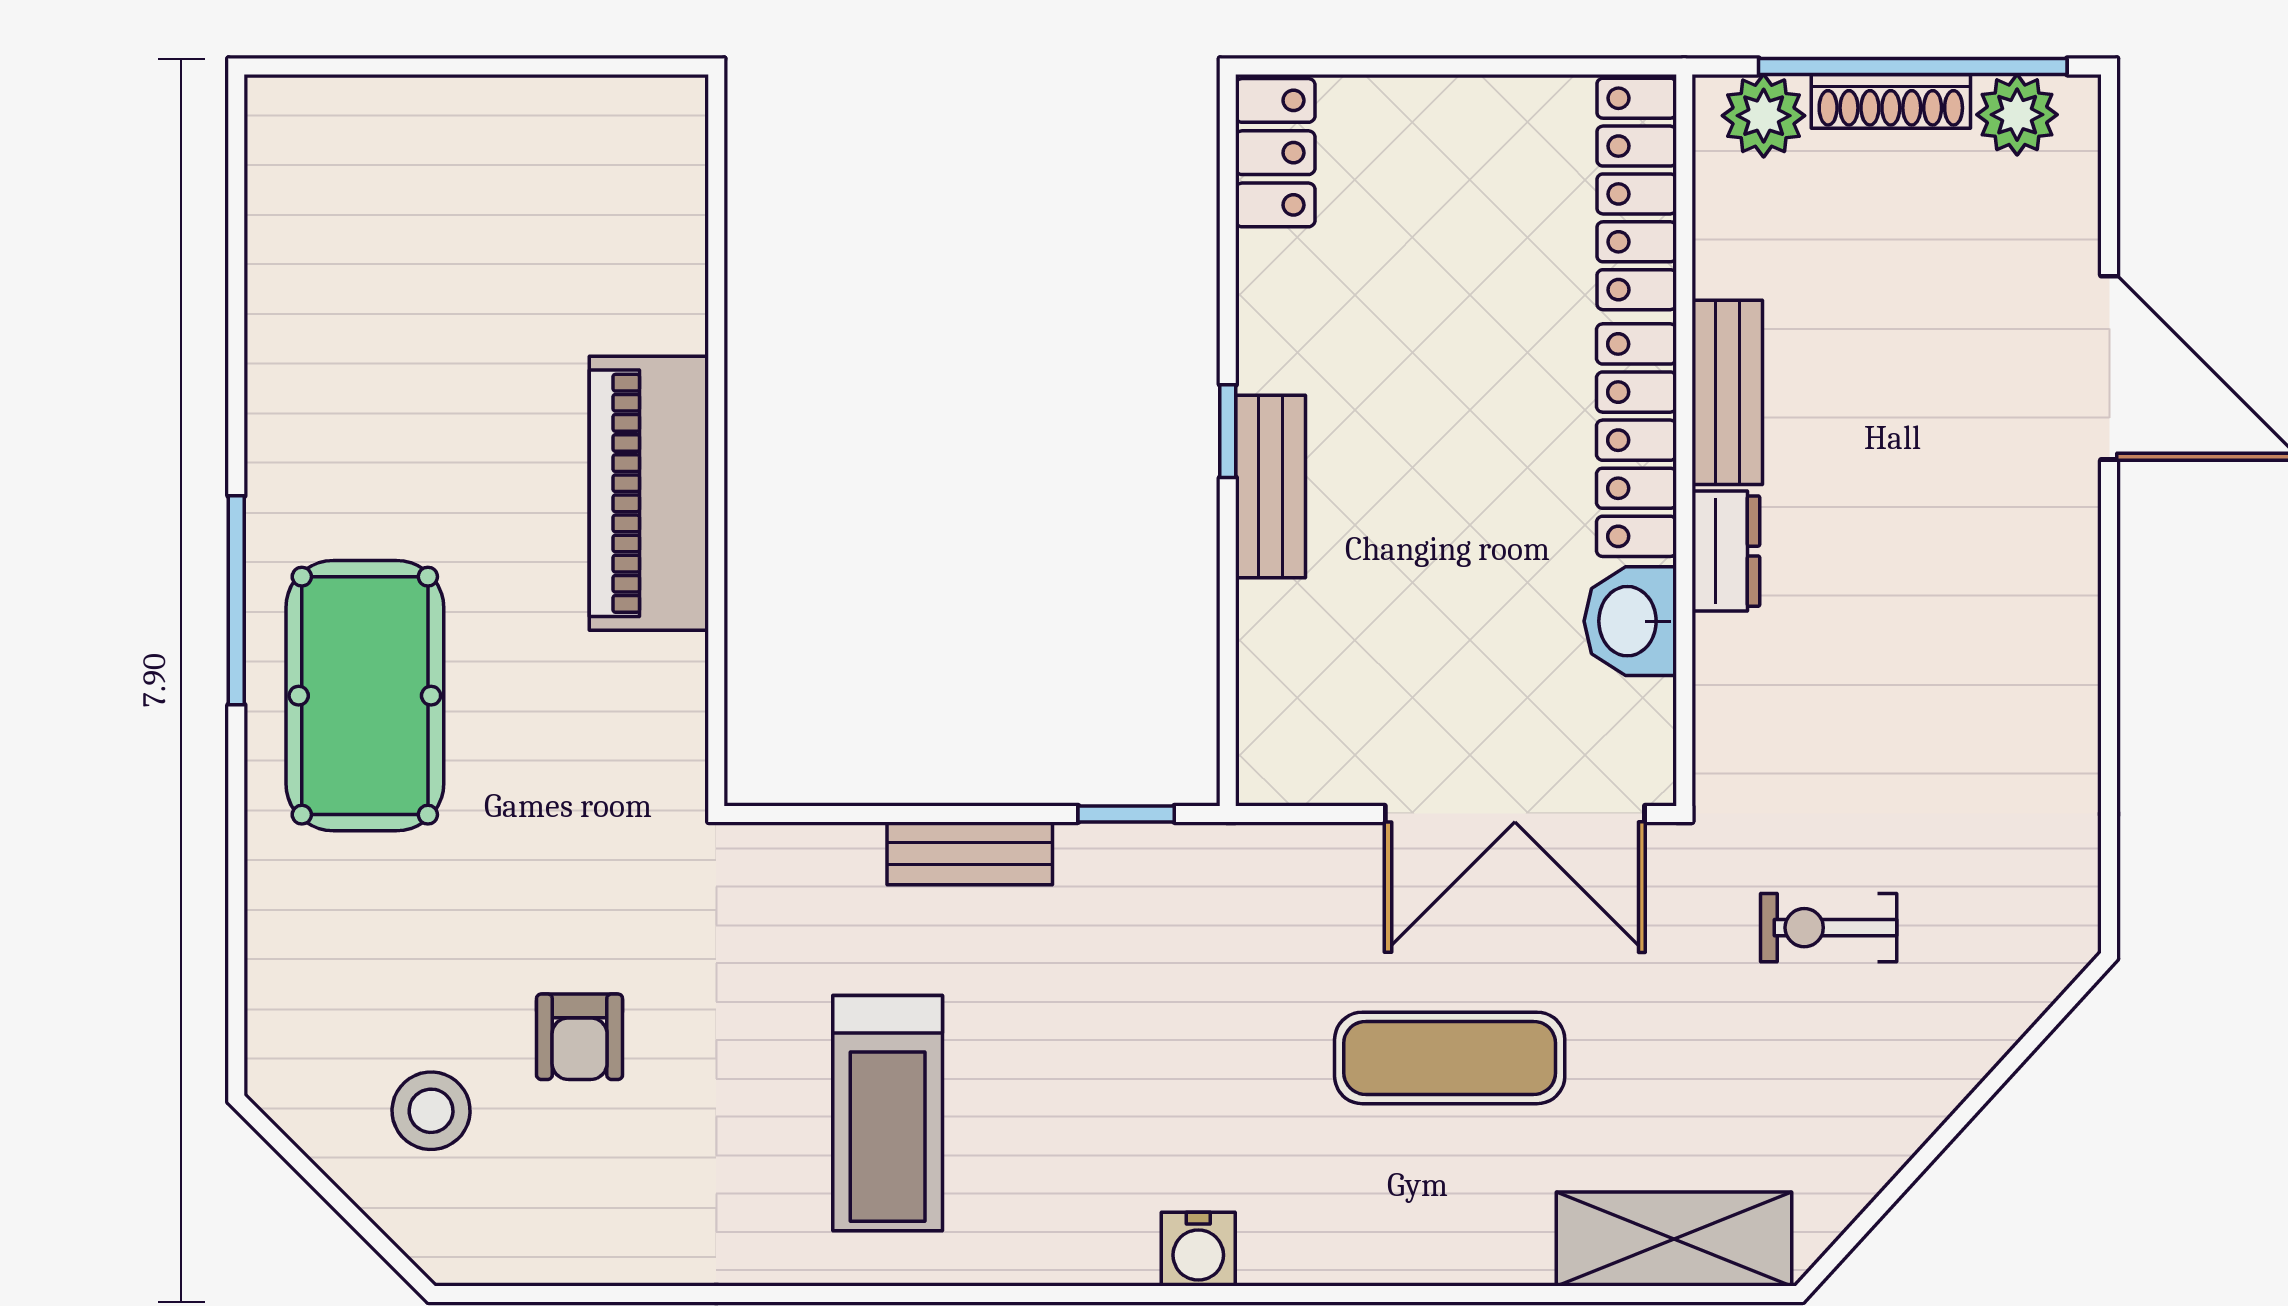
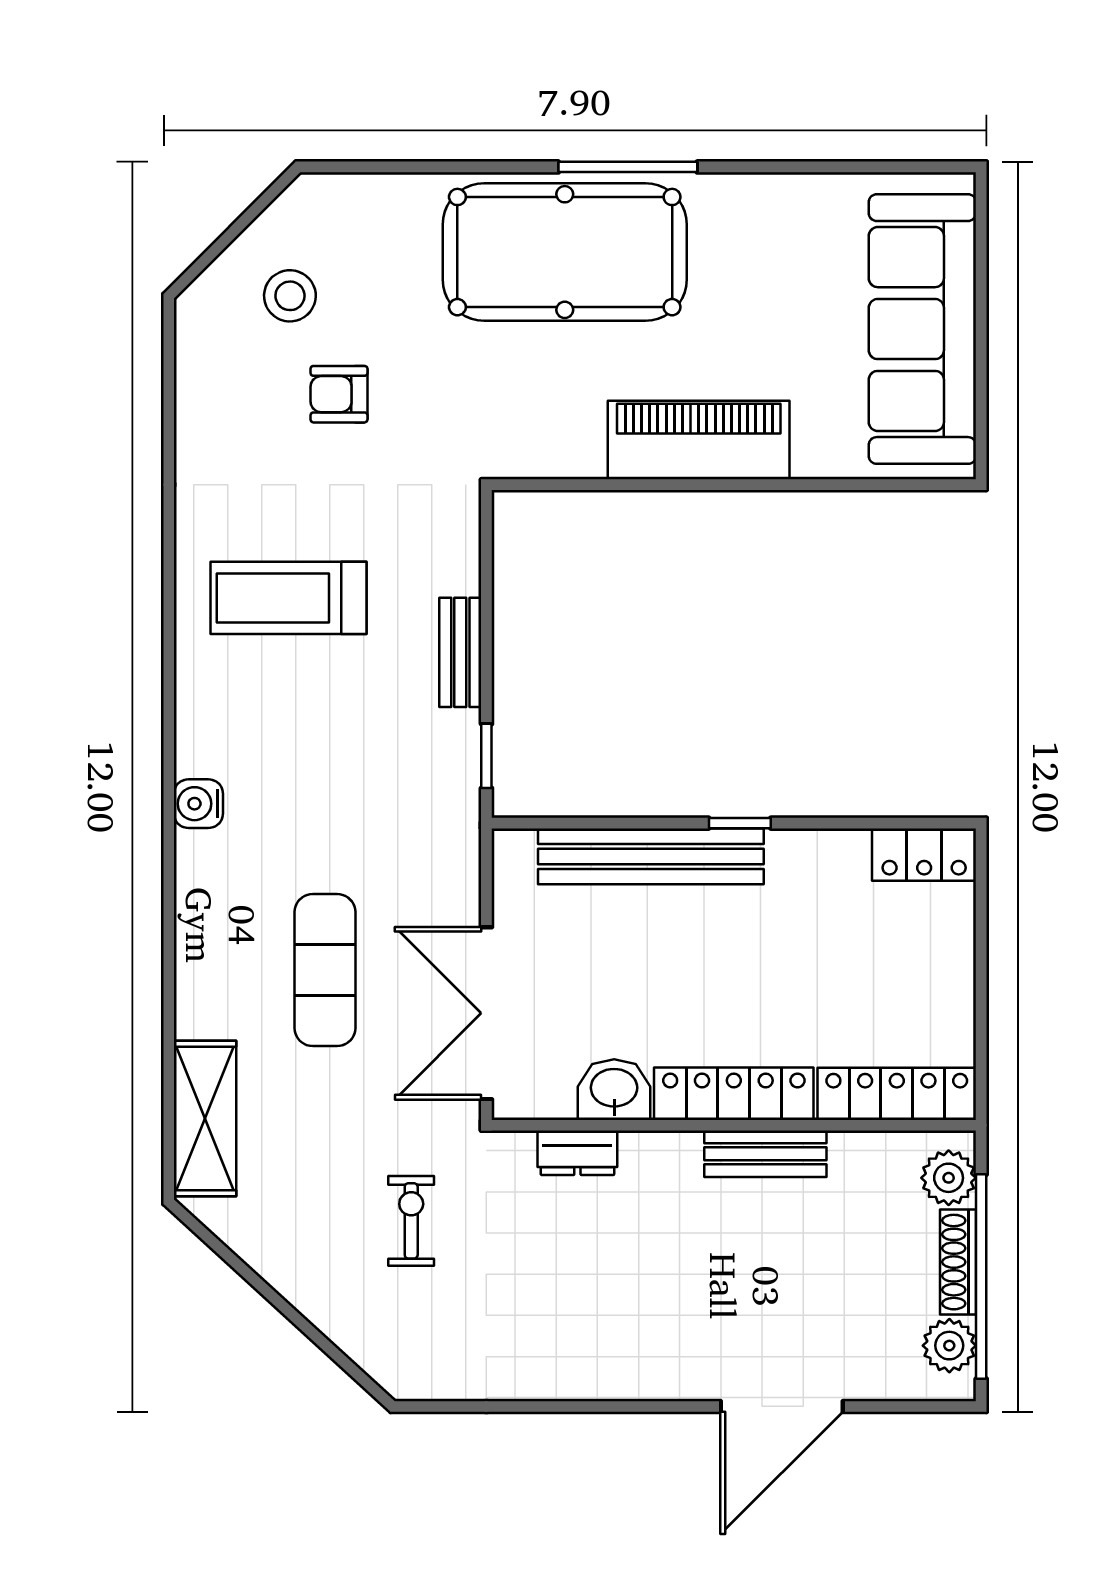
sofa: (481, 155) -> (922, 329), added
bench: (1271, 487) -> (651, 856), width x1.86, depth x1.21
dresser: (1726, 551) -> (577, 1153), moved
pool table: (365, 696) -> (565, 252), width x1.36, depth x1.32

